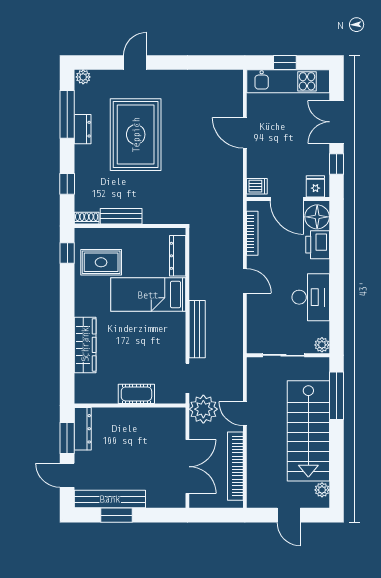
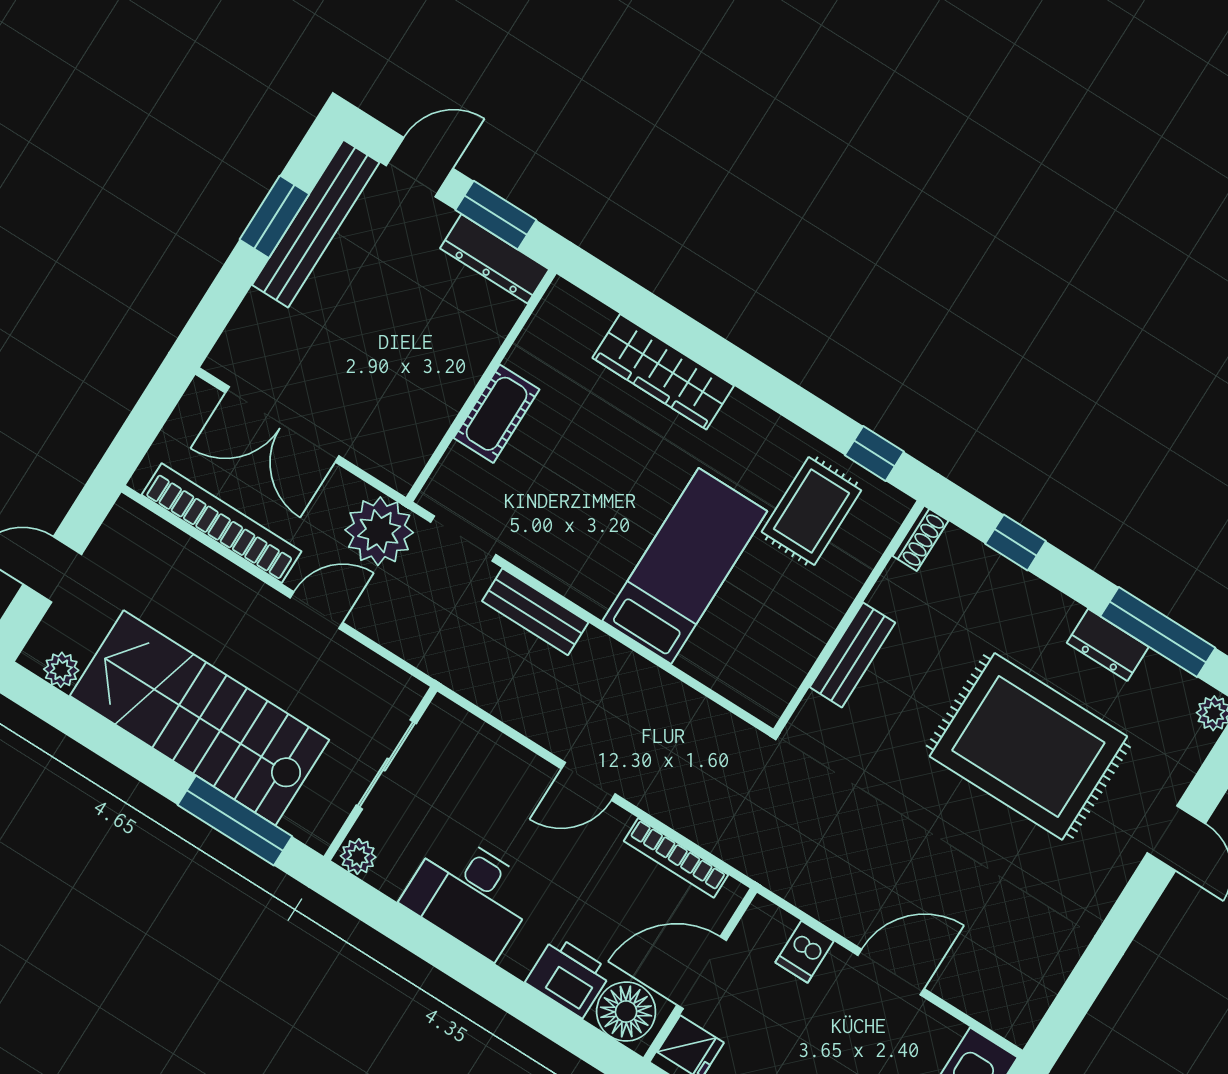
dishwasher: (257, 186) -> (804, 952), moved
bench: (121, 216) -> (852, 655), moved
dresser: (178, 256) -> (726, 676), removed
bench: (197, 329) -> (535, 612), width x0.73

